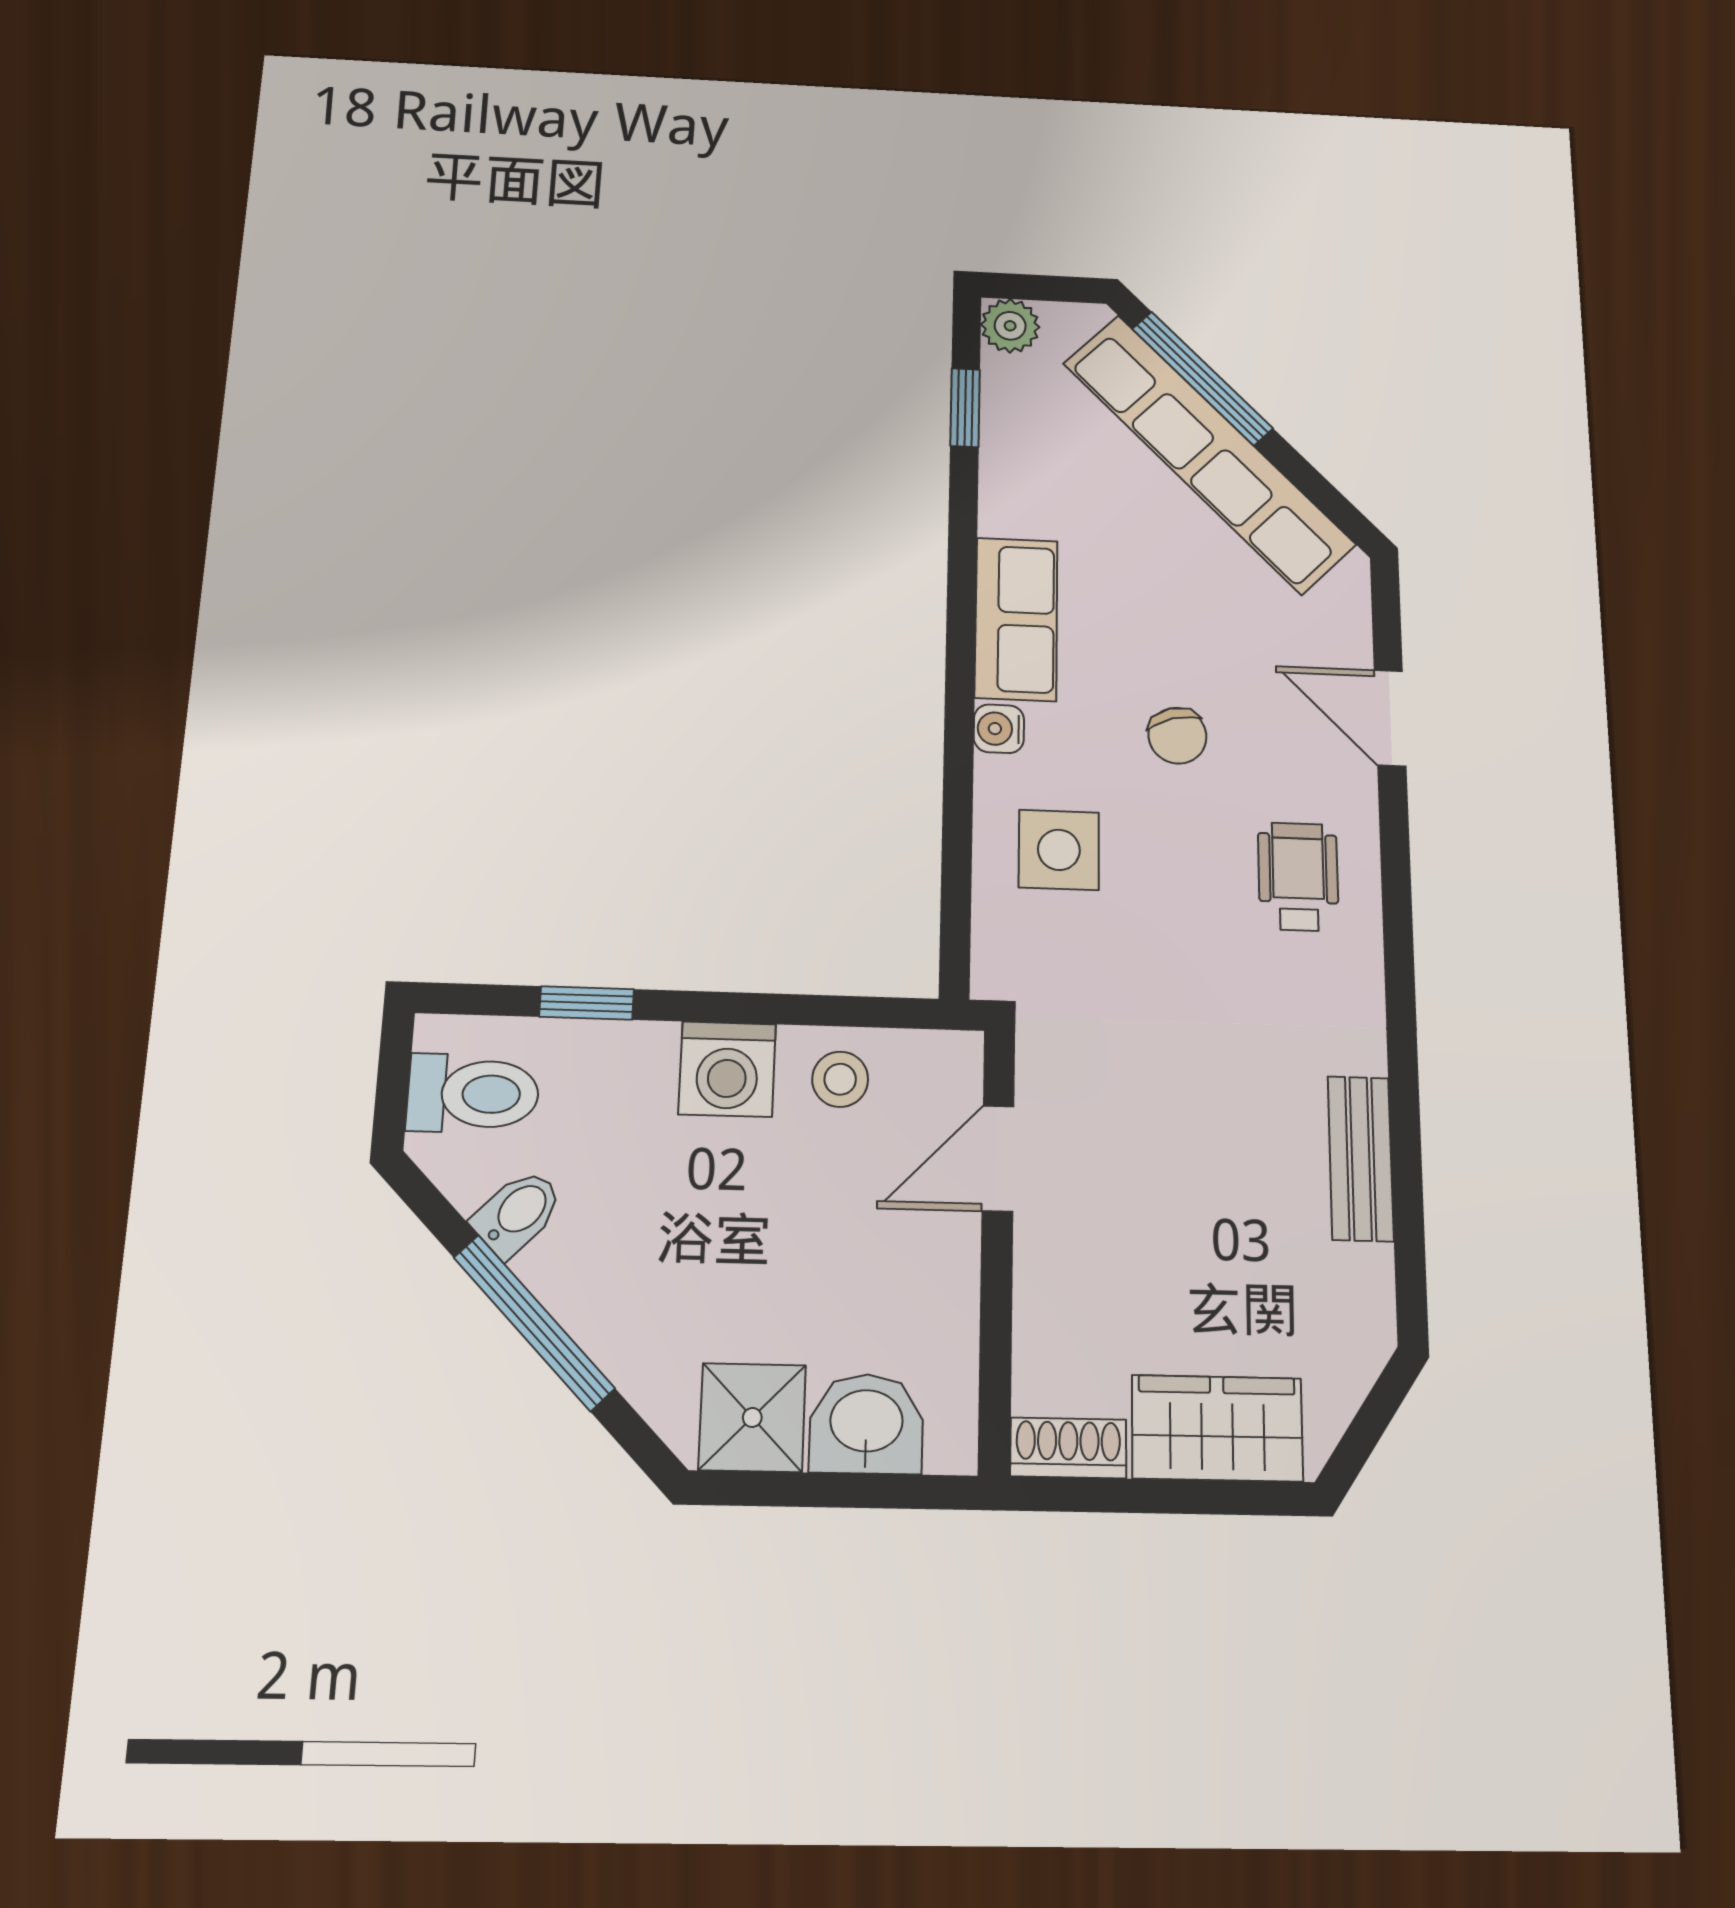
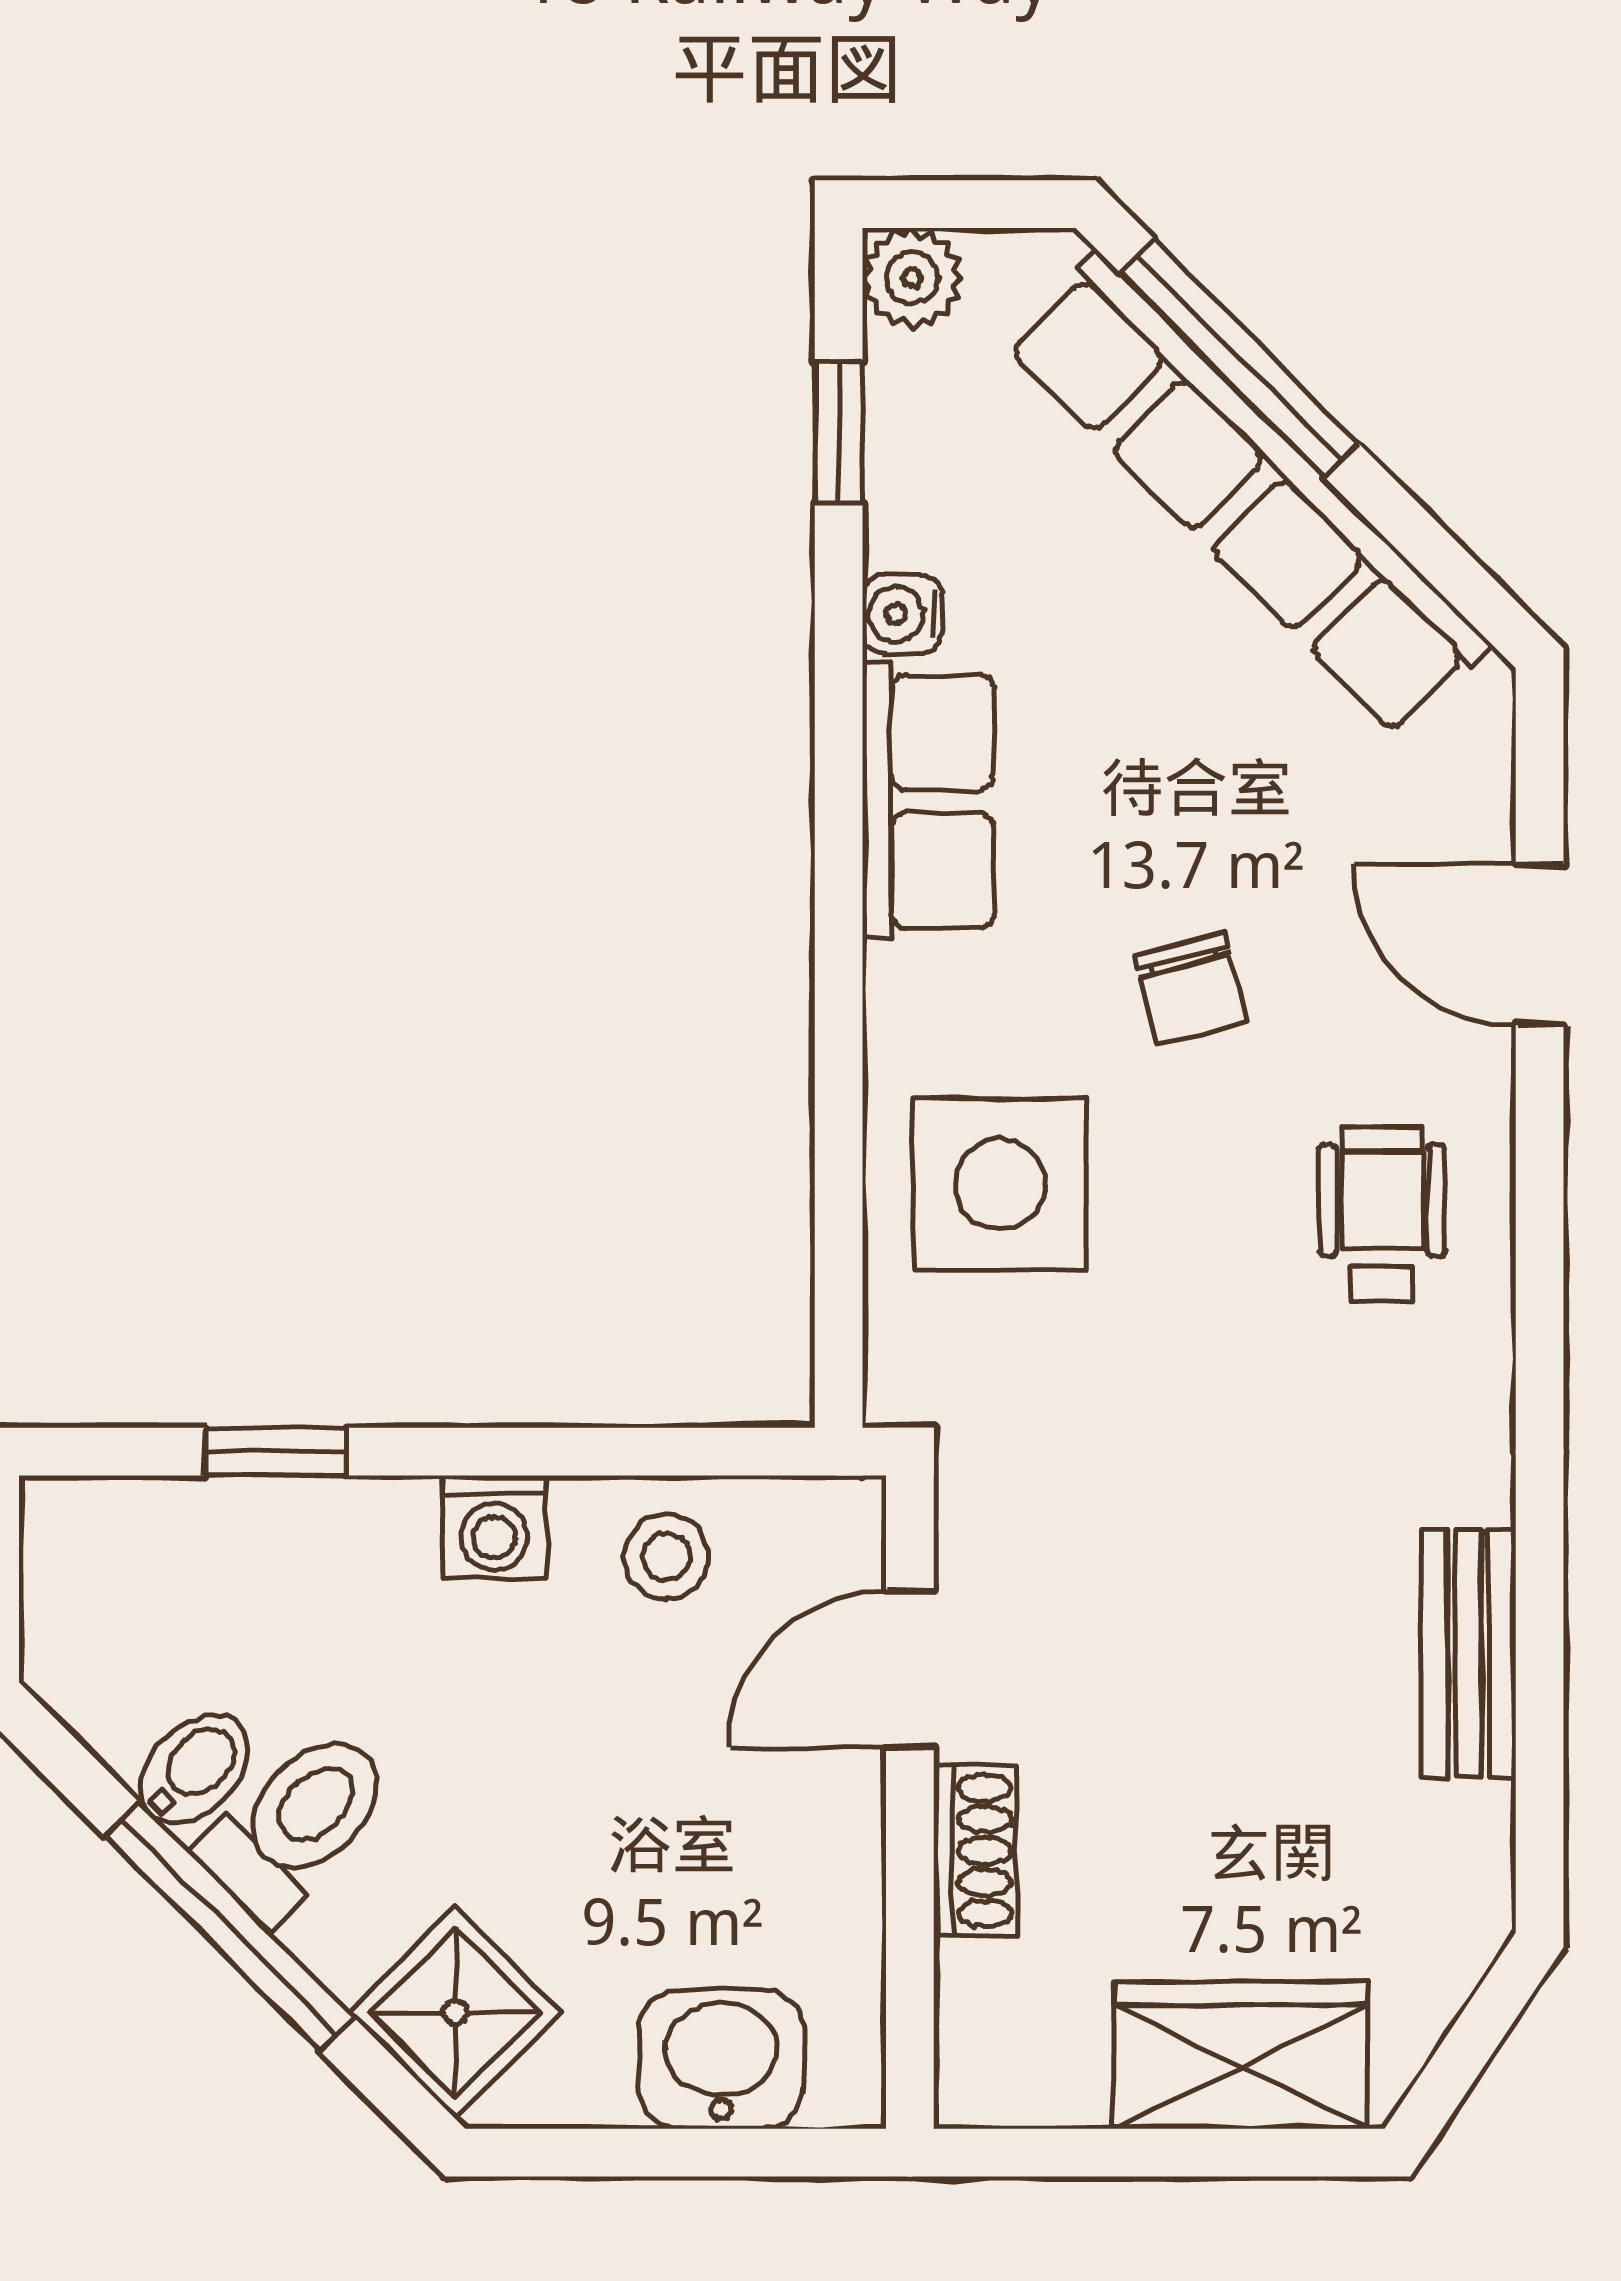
water cooler: (999, 729) -> (902, 614), moved
side table: (1059, 850) -> (1000, 1184), width x1.37, depth x1.37
washing machine: (727, 1069) -> (494, 1527), width x0.73, depth x0.73
toilet: (473, 1094) -> (297, 1824), moved, turned -45
shower: (752, 1417) -> (455, 2013), moved, turned 45
shoe rack: (1068, 1448) -> (975, 1851), moved, turned 90

